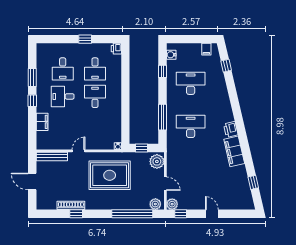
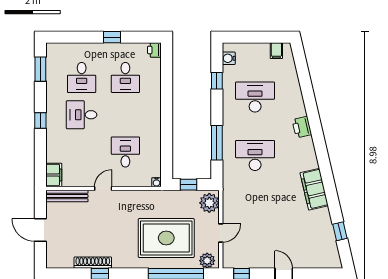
window: (226, 66) -> (303, 73), removed
window: (32, 77) -> (40, 69), moved
desk: (95, 96) -> (125, 152), moved
filing cabinet: (42, 122) -> (54, 175), moved
printer: (231, 129) -> (302, 127), moved
rug: (110, 175) -> (166, 238), moved
door: (165, 184) -> (221, 233), hinge flipped
plant: (172, 204) -> (230, 261), removed

